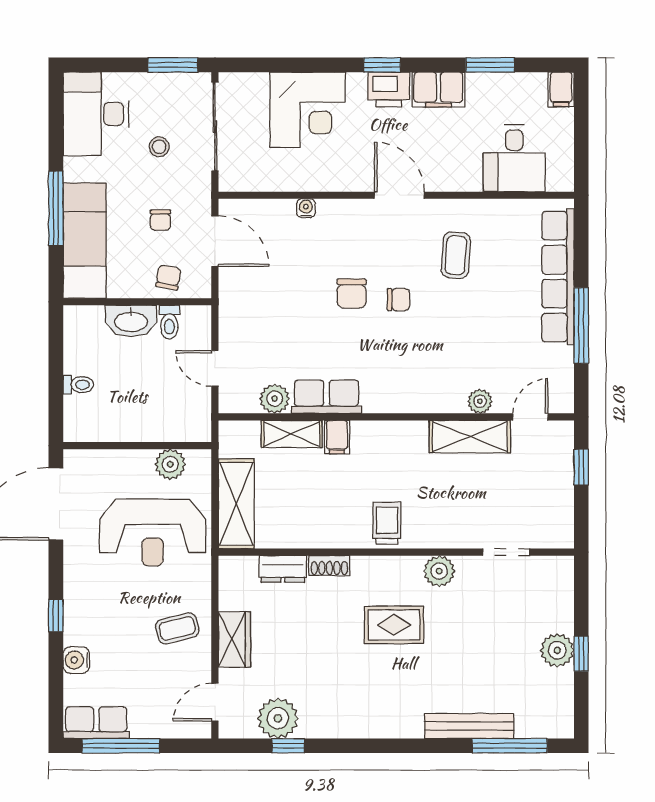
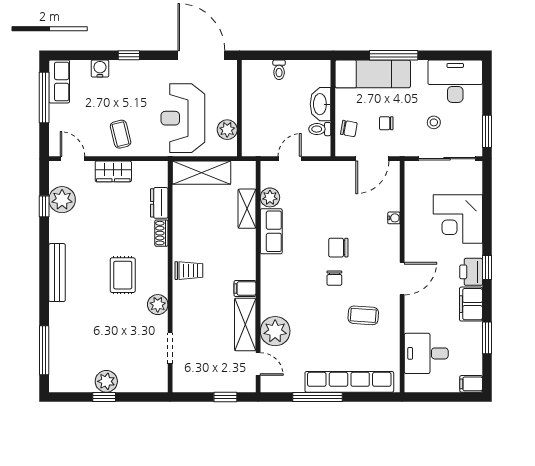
plant: (480, 401) -> (275, 331), width x1.87, depth x1.87
filing cabinet: (337, 437) -> (245, 288), moved
bench: (469, 726) -> (57, 273), moved

